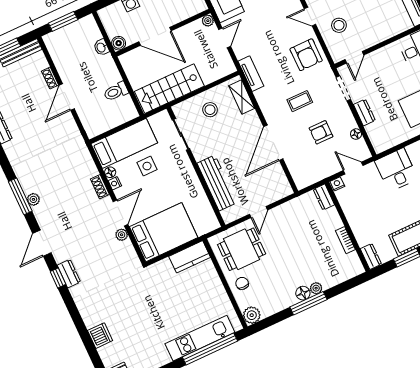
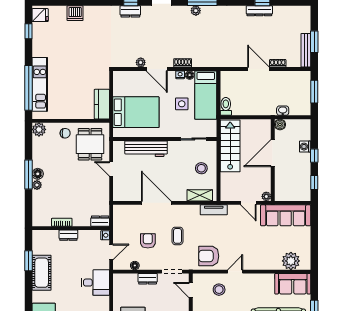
toilet: (116, 91) -> (226, 106), moved
bed: (164, 232) -> (136, 112), moved, turned -90
dresser: (371, 256) -> (68, 235), moved

